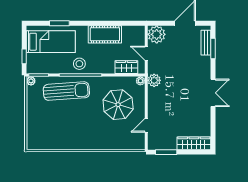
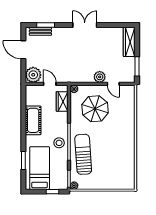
door: (146, 53) -> (50, 84), swing flipped
plant: (154, 80) -> (100, 77), moved

